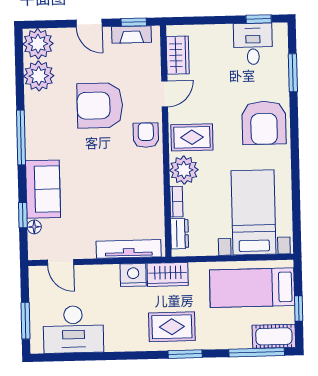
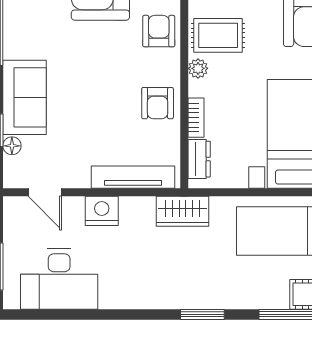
plant: (184, 170) -> (198, 68), width x0.53, depth x0.53
armchair: (146, 191) -> (158, 103), added
nightstand: (133, 275) -> (102, 211), moved
rug: (172, 327) -> (186, 279), removed

